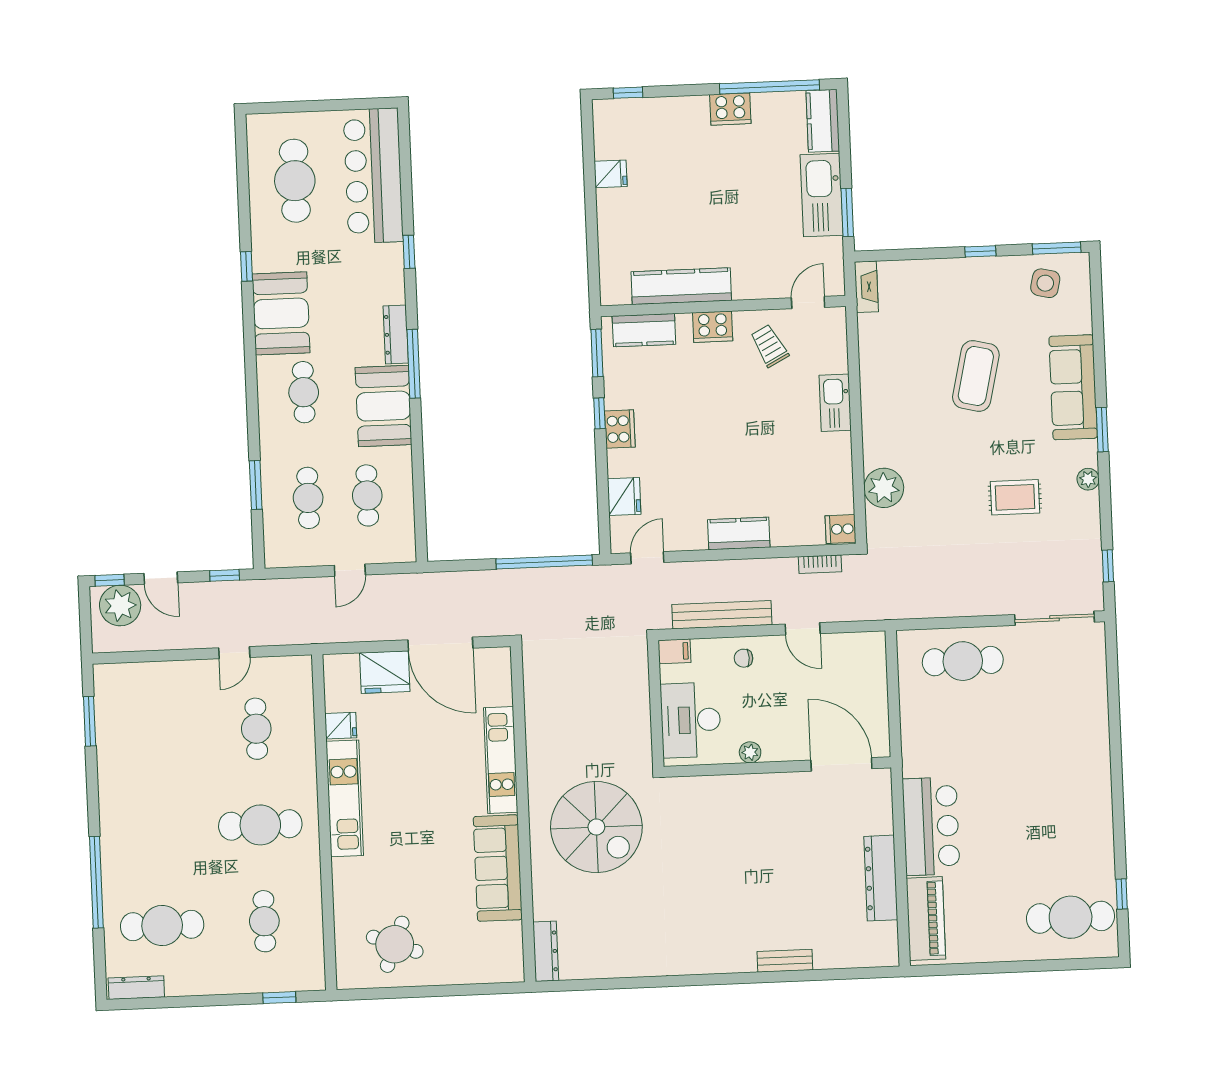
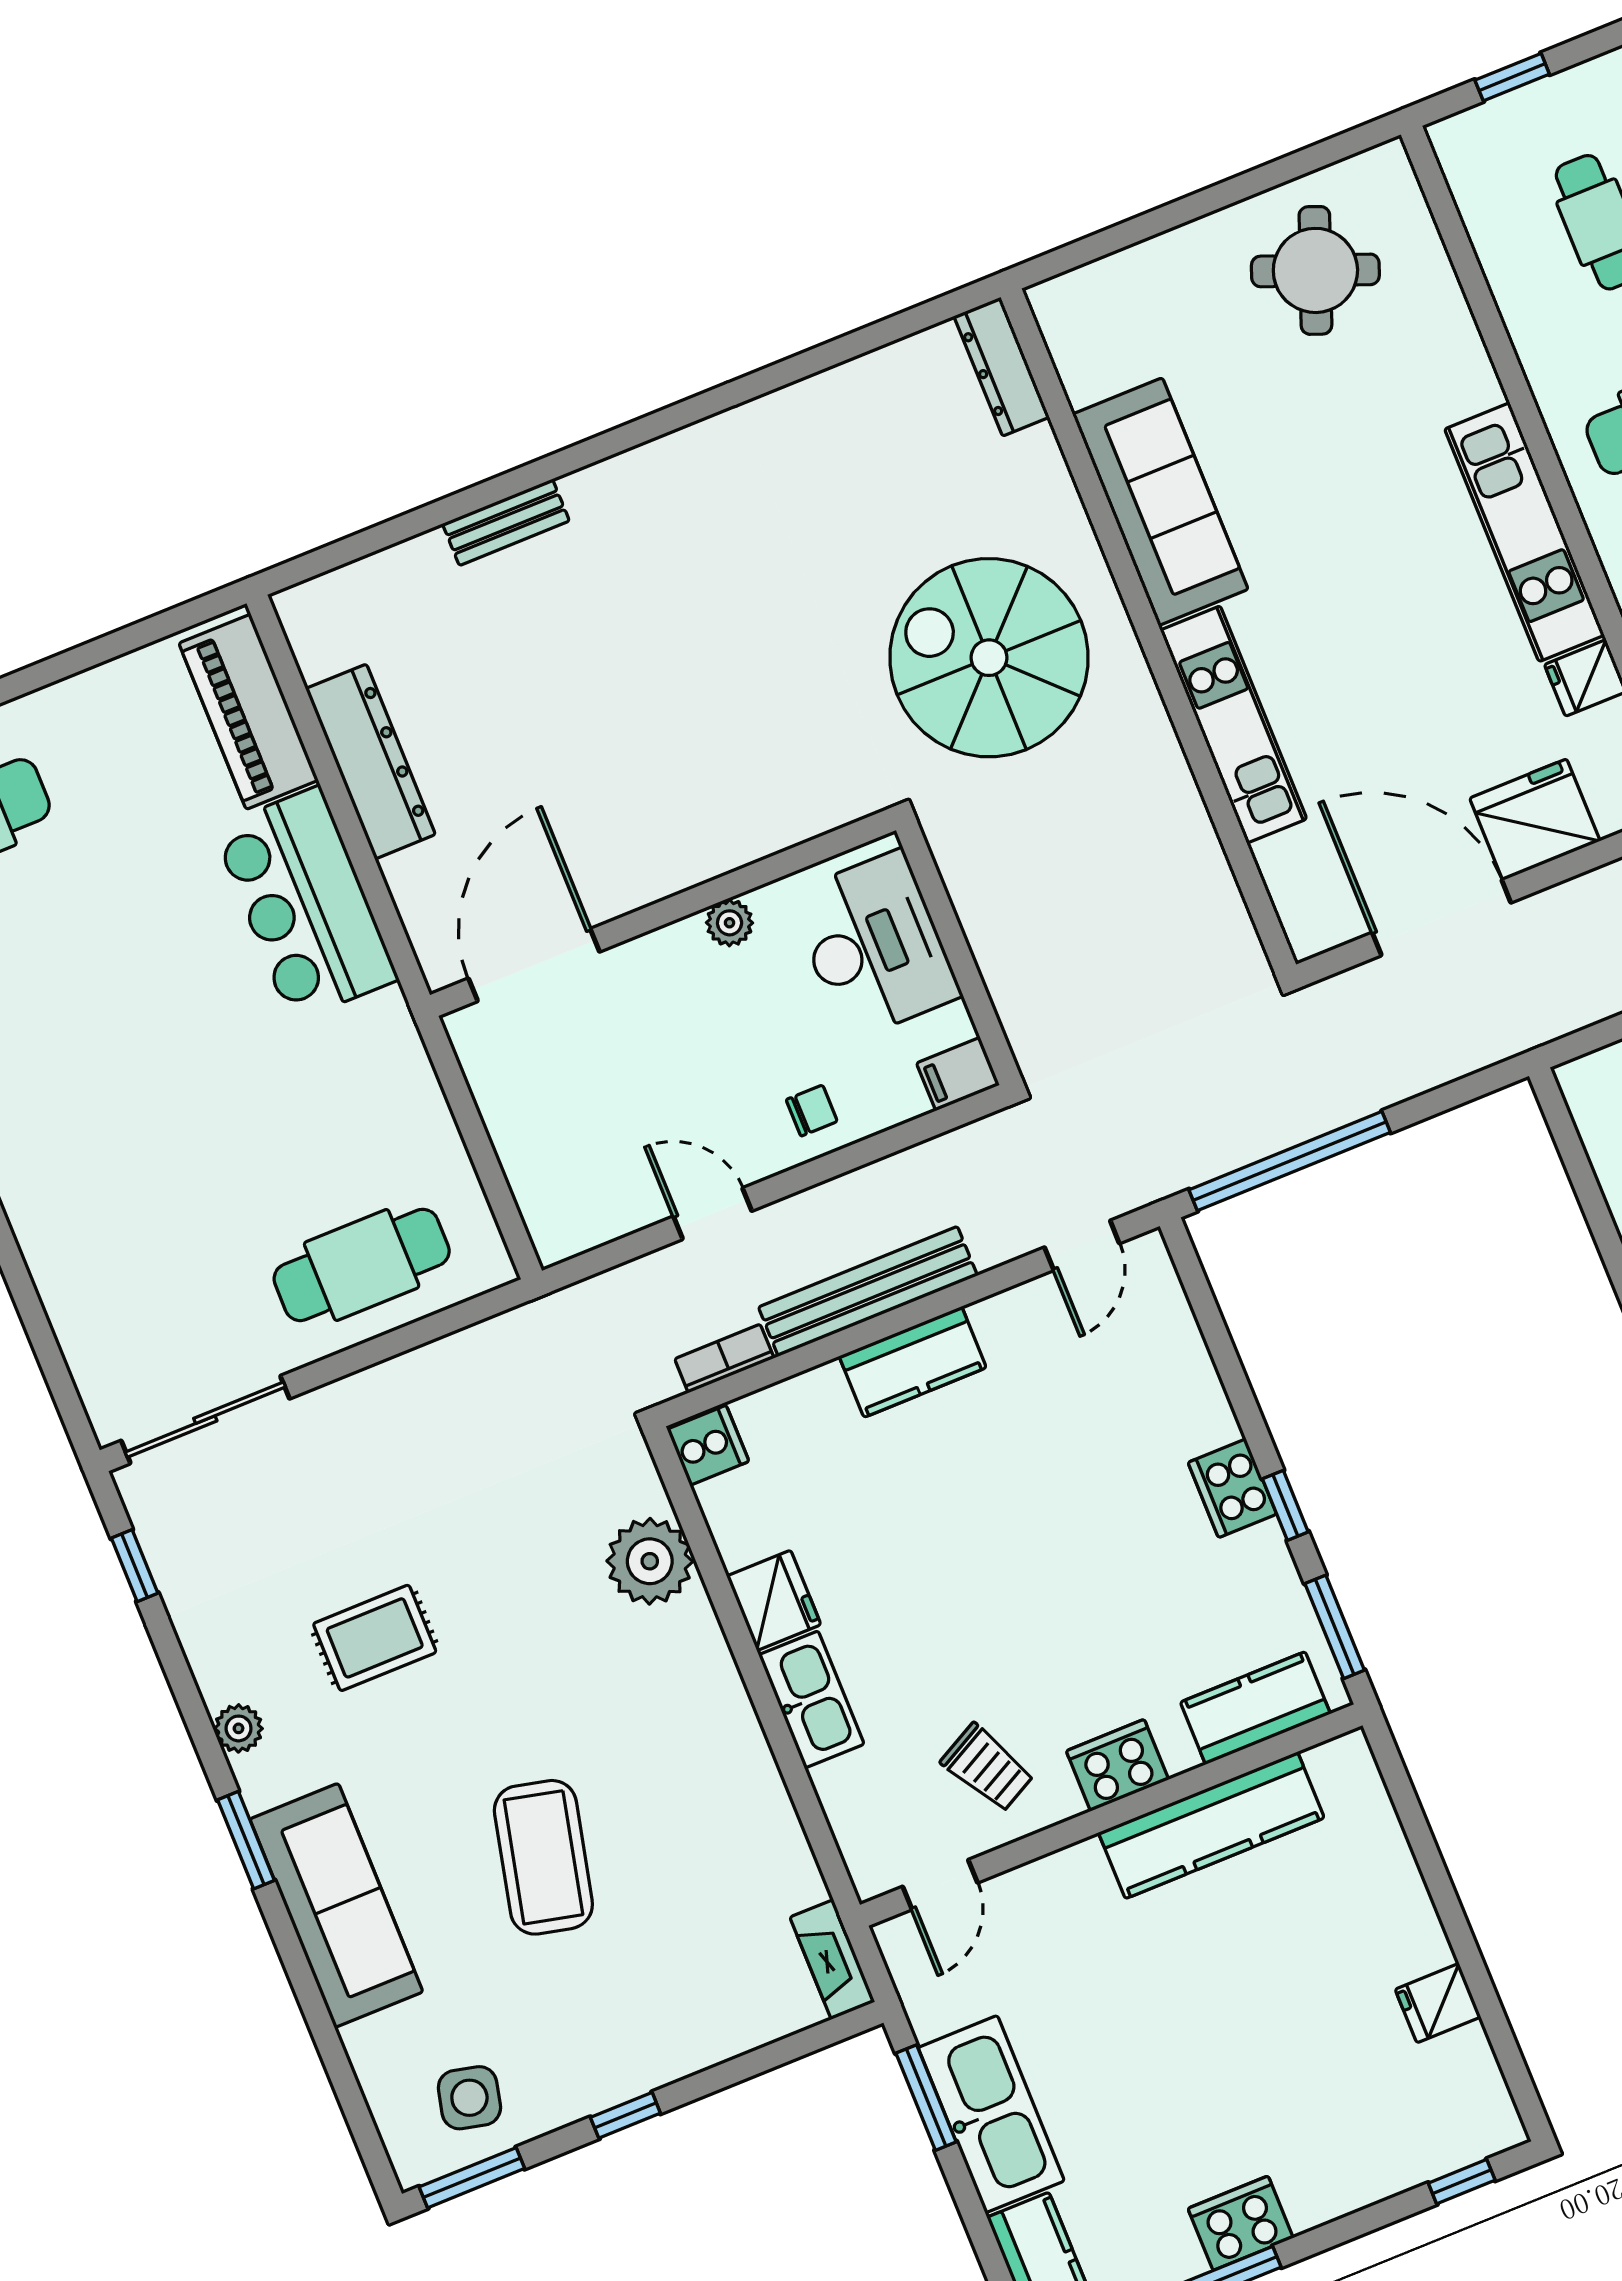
fridge: (624, 496) -> (774, 1600), moved, turned 180
bench: (722, 615) -> (868, 1291), moved
door: (841, 764) -> (534, 965), swing flipped

